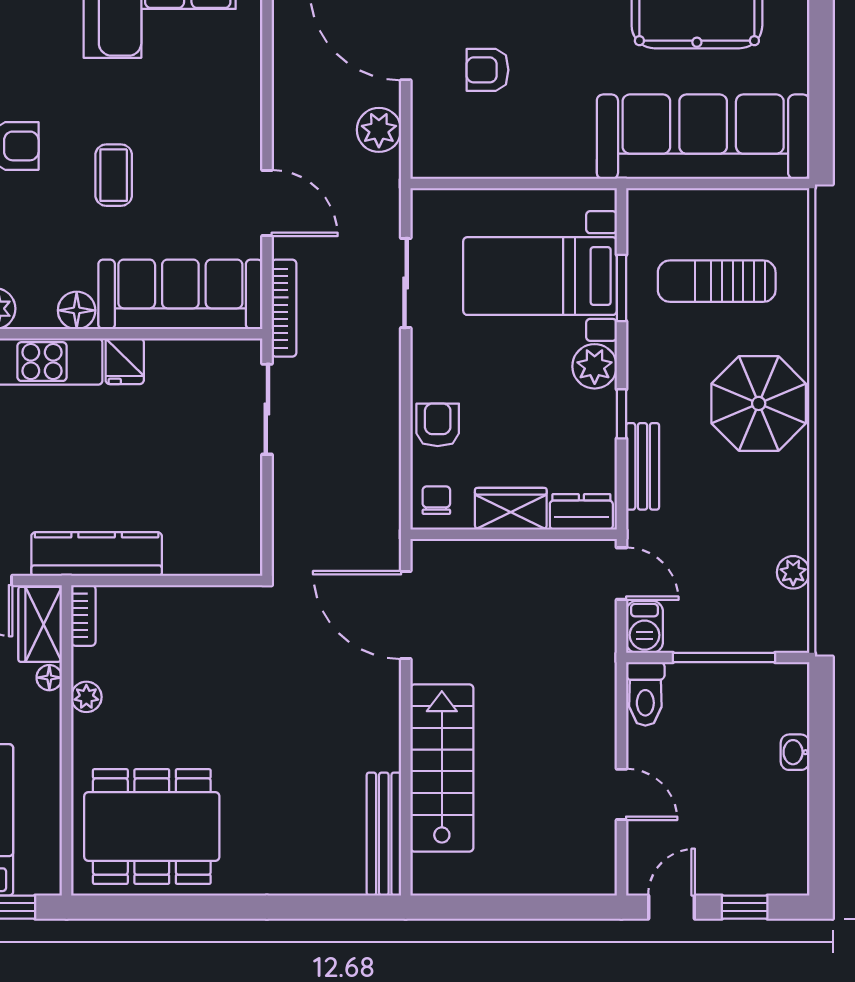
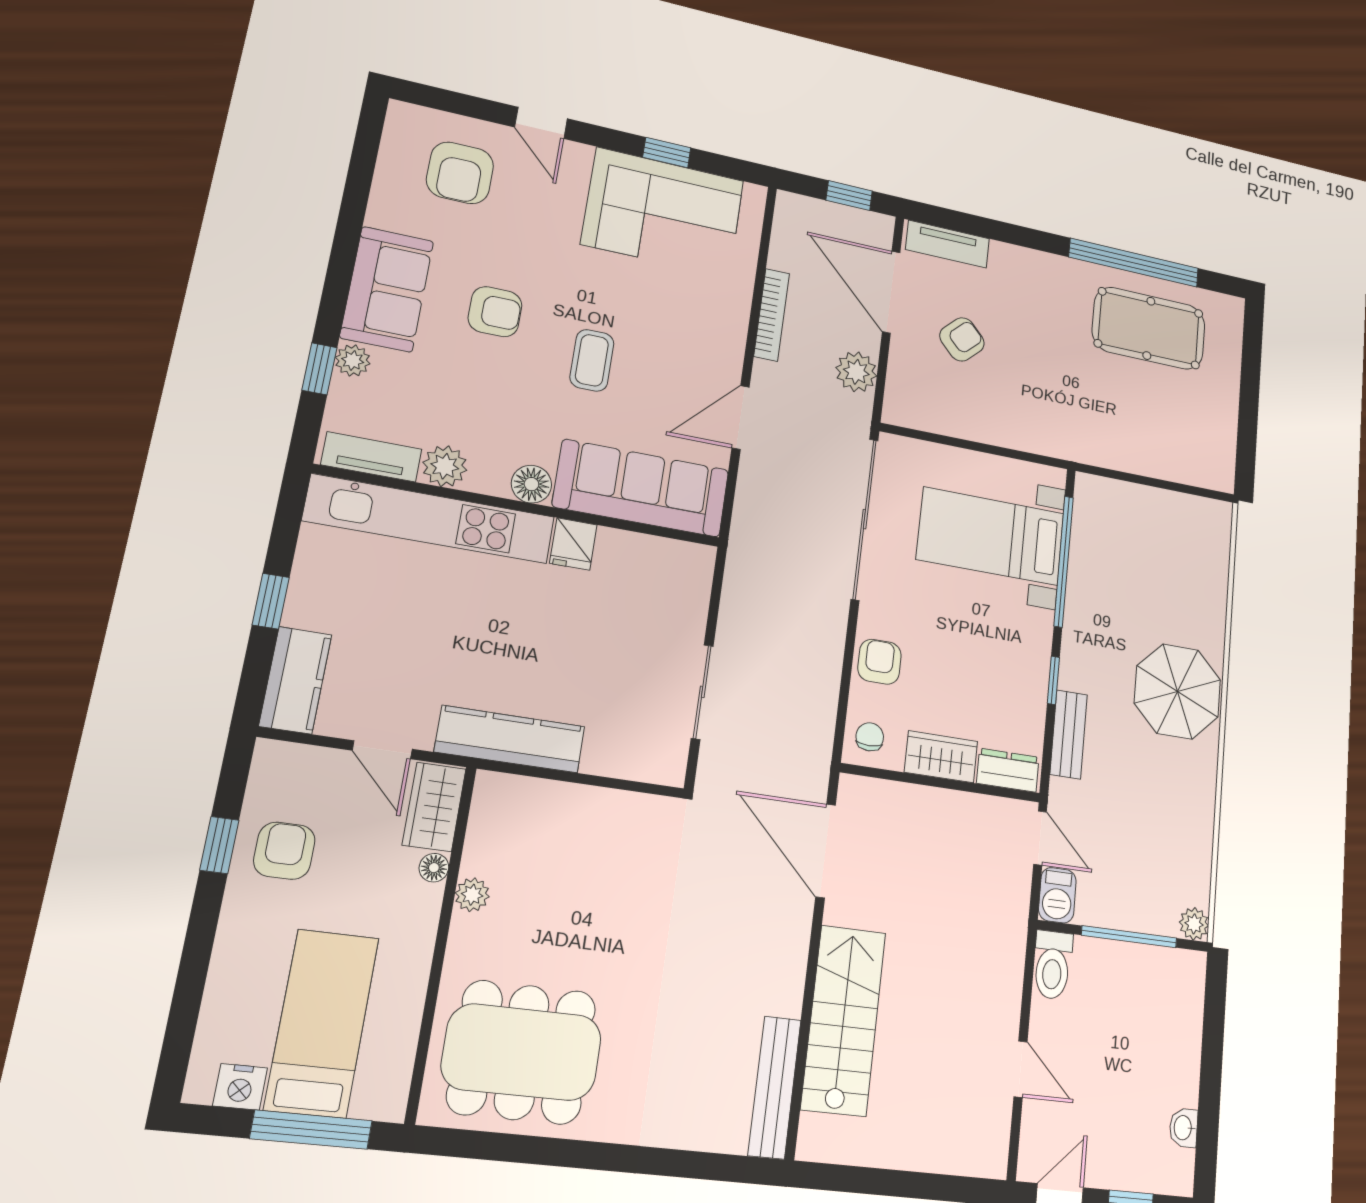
armchair: (488, 70) -> (962, 339), turned 136
sofa: (703, 137) -> (1146, 439), removed
door: (267, 203) -> (740, 417), swing flipped
sun lounger: (717, 281) -> (1148, 571), removed
sliding door: (406, 283) -> (865, 519), width x1.86
window: (621, 288) -> (1064, 561), width x2.11
bookcase: (284, 308) -> (772, 315), moved
plant: (595, 366) -> (1033, 630), removed
sliding door: (267, 409) -> (702, 692), moved
plant: (793, 572) -> (1194, 924), moved
bookcase: (83, 615) -> (484, 804), removed
washbasin: (795, 752) -> (1183, 1128), moved

